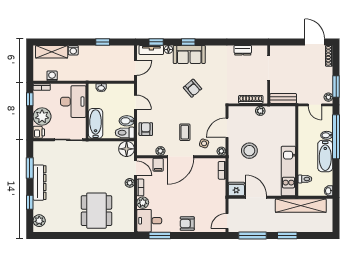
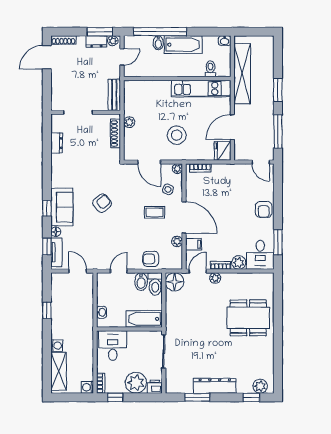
washing machine: (52, 76) -> (87, 387), moved
dresser: (328, 83) -> (96, 42), added
desk: (73, 102) -> (113, 346), width x0.73
window: (30, 202) -> (251, 397), moved

